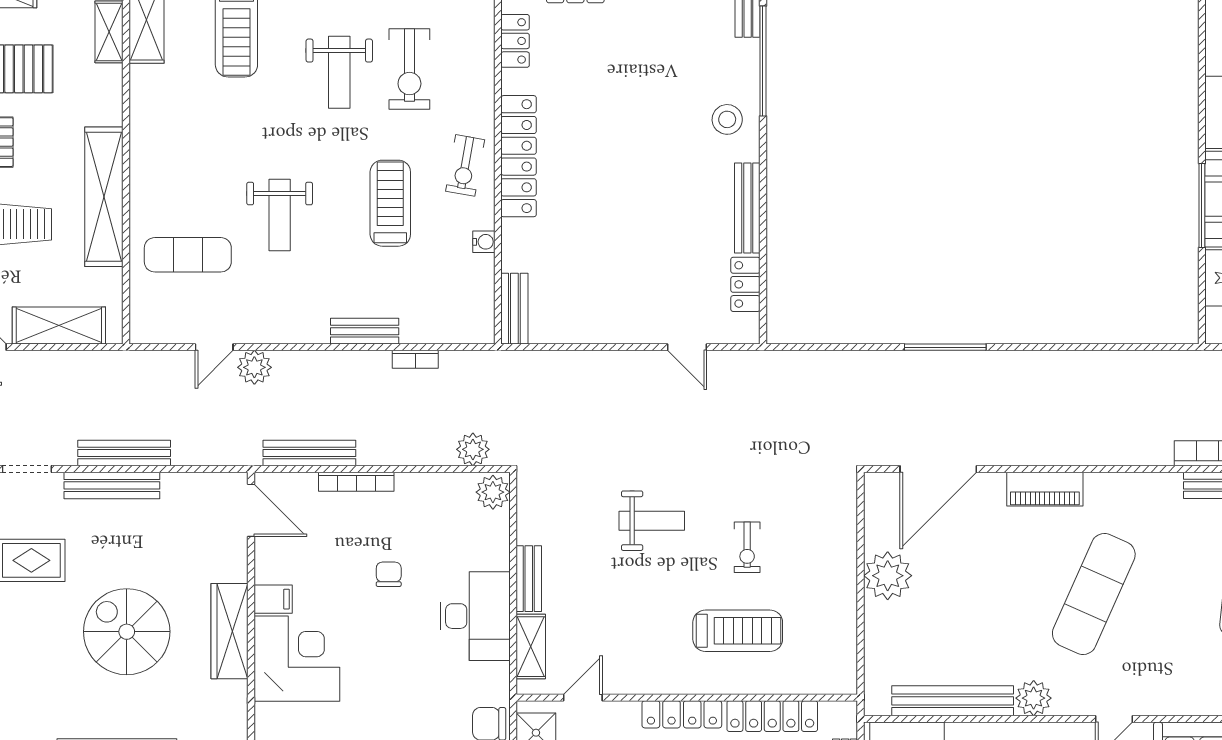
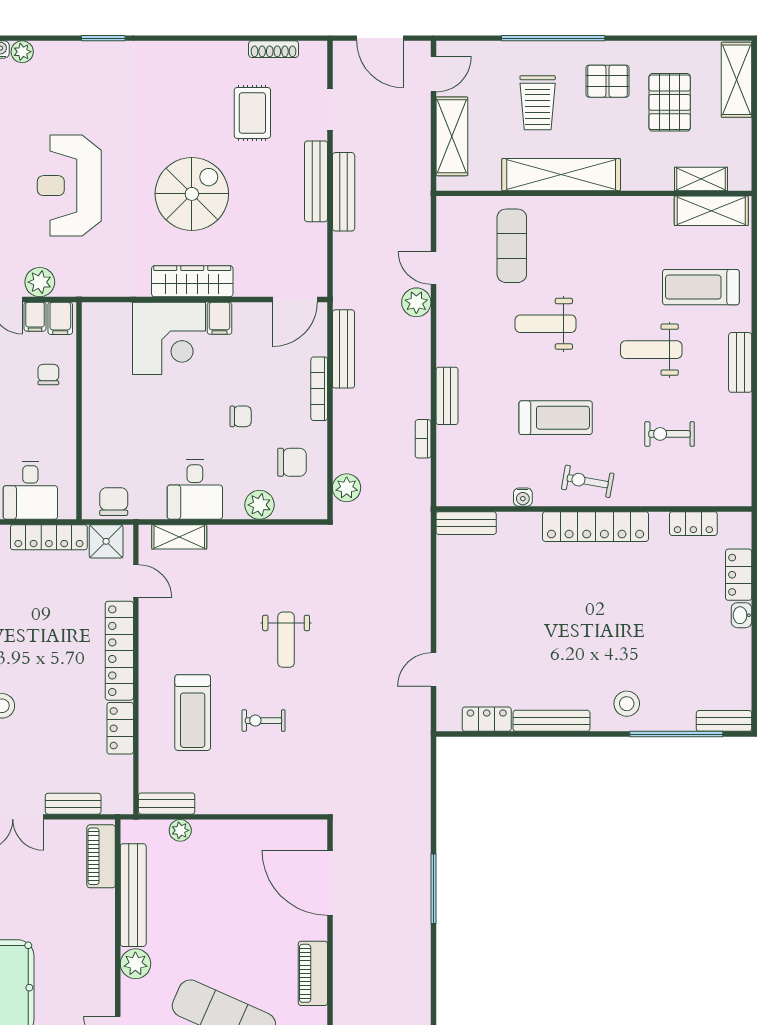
exercise bike: (409, 69) -> (670, 434), width x0.73, depth x0.72
weight bench: (339, 72) -> (651, 350), moved
plant: (493, 492) -> (259, 505), moved
chair: (443, 514) -> (292, 462), added
plant: (888, 576) -> (180, 830), moved, width x0.53, depth x0.53
bench: (529, 579) -> (167, 804), moved
desk: (475, 616) -> (195, 490), width x0.73
locker: (682, 714) -> (119, 651), width x1.41, depth x1.21
locker: (772, 716) -> (120, 728), width x0.66

